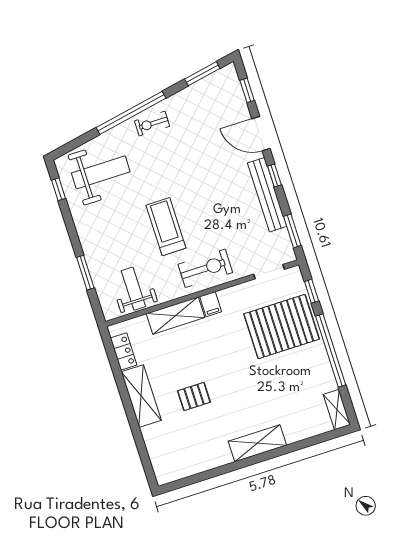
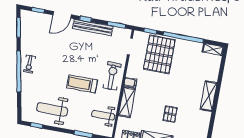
weight bench: (101, 172) -> (52, 109), moved, turned -90

